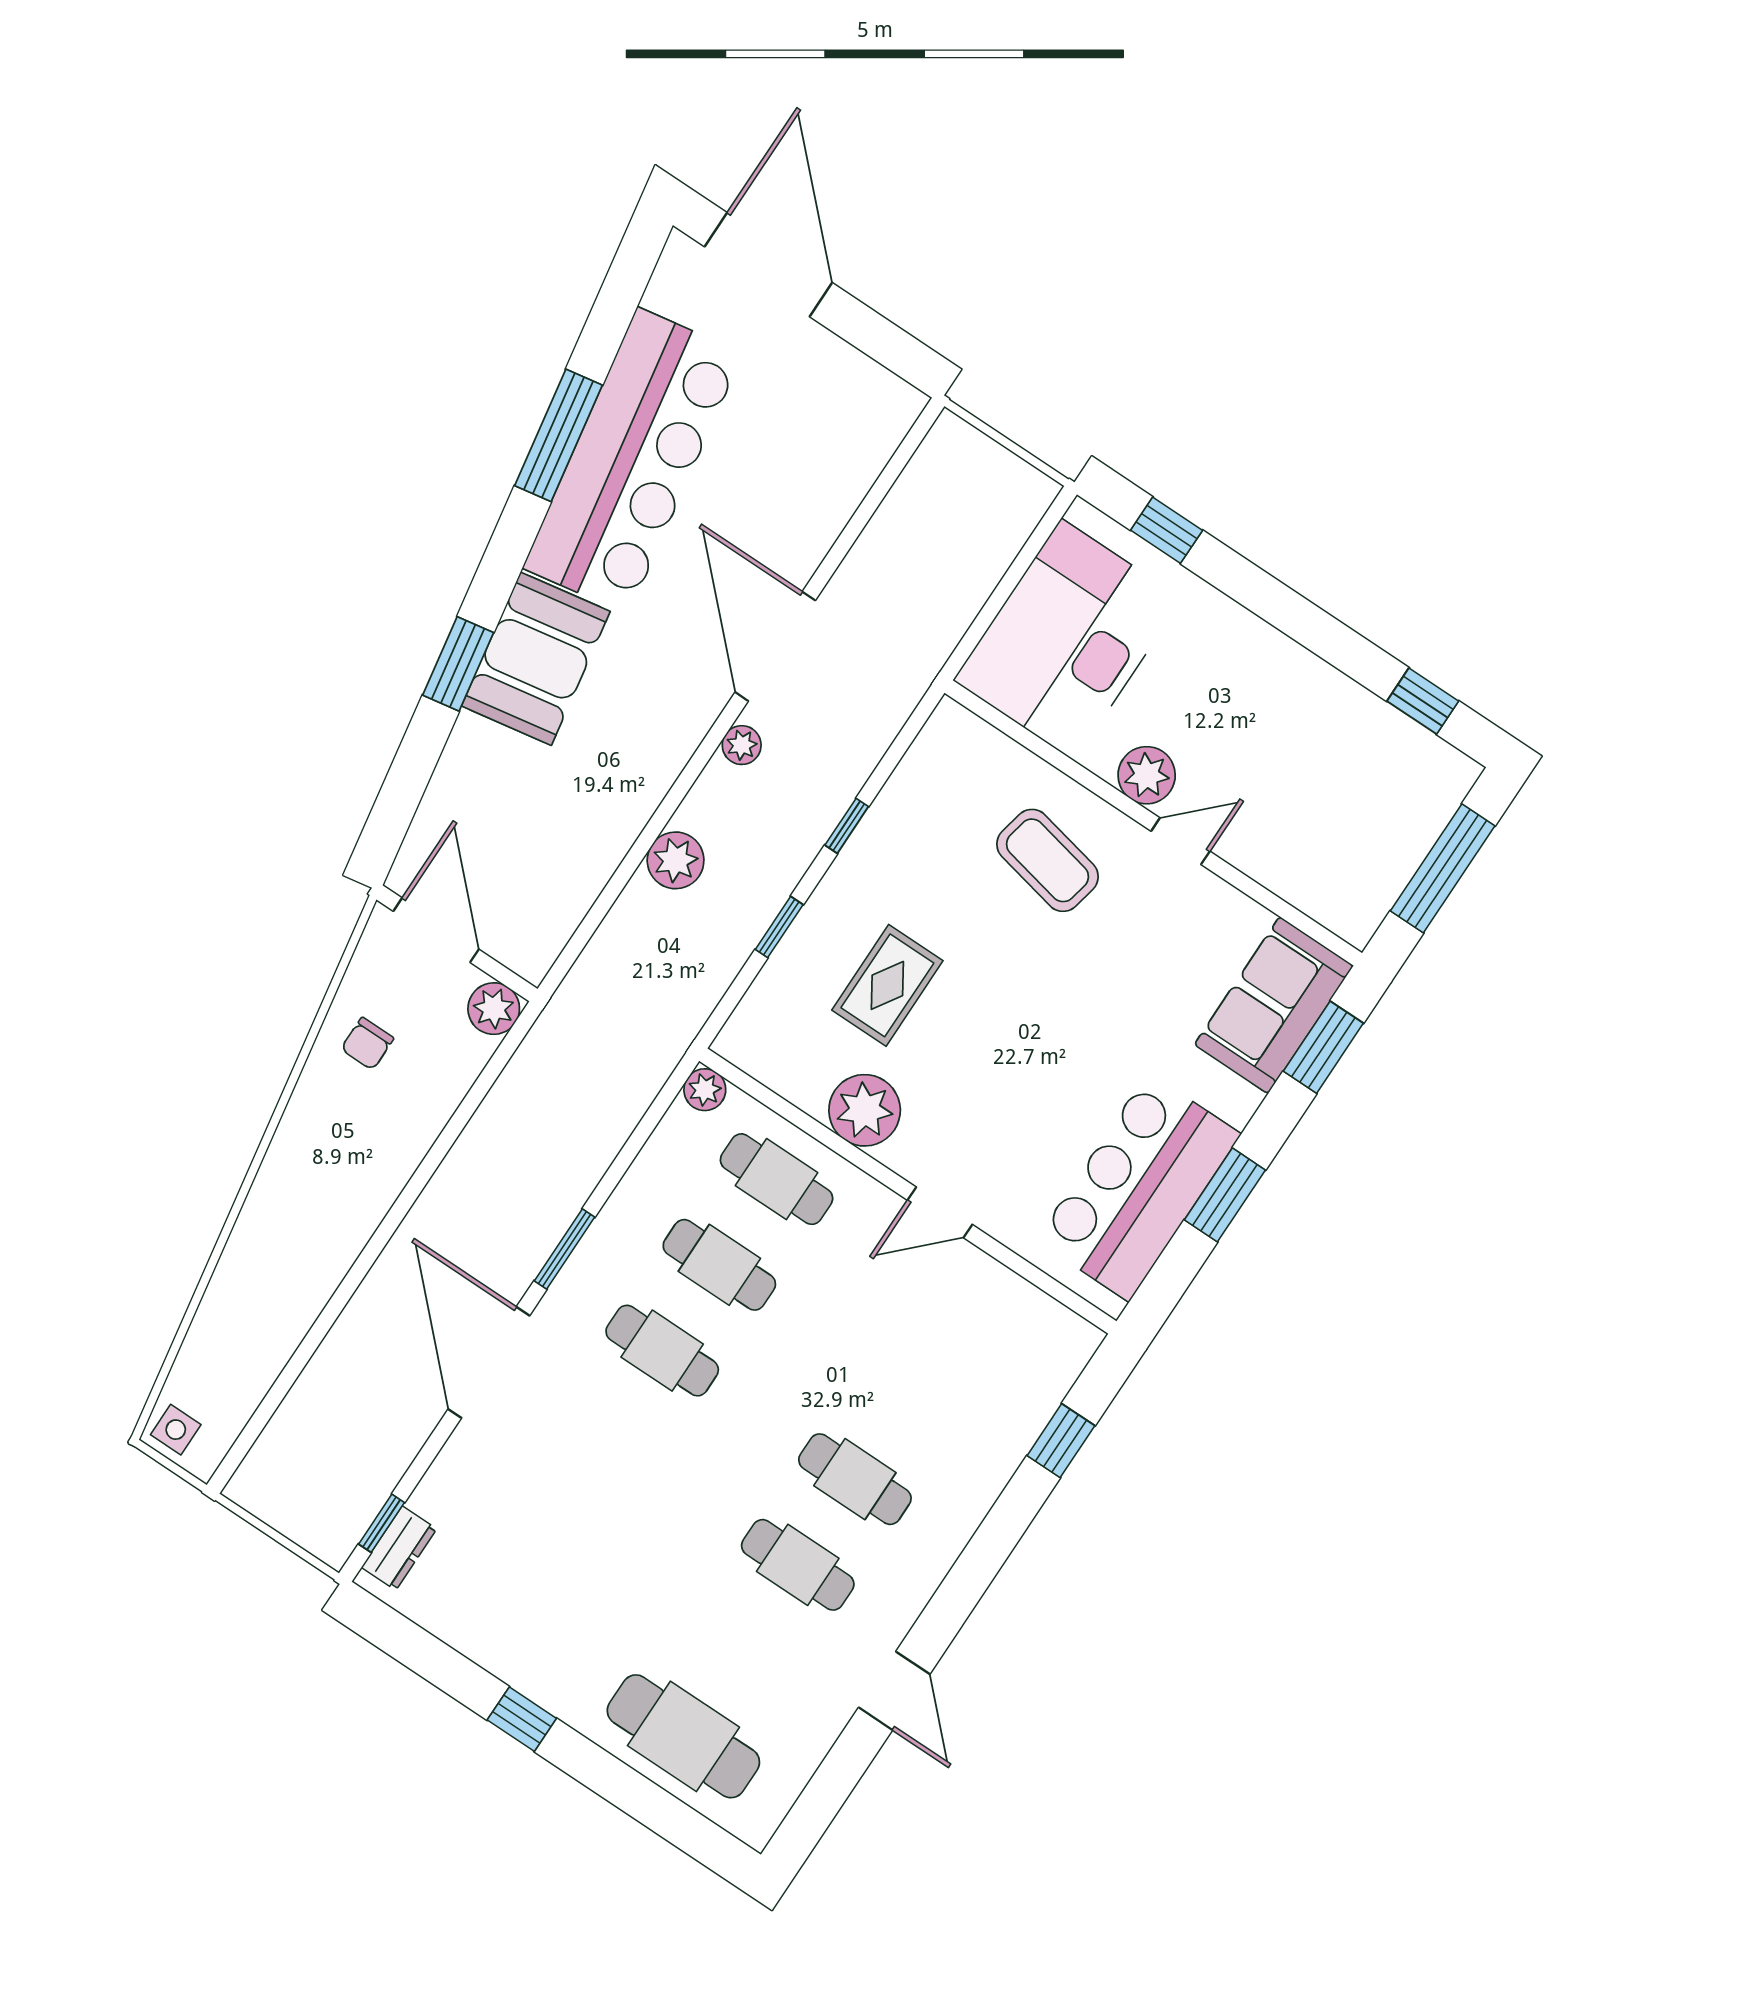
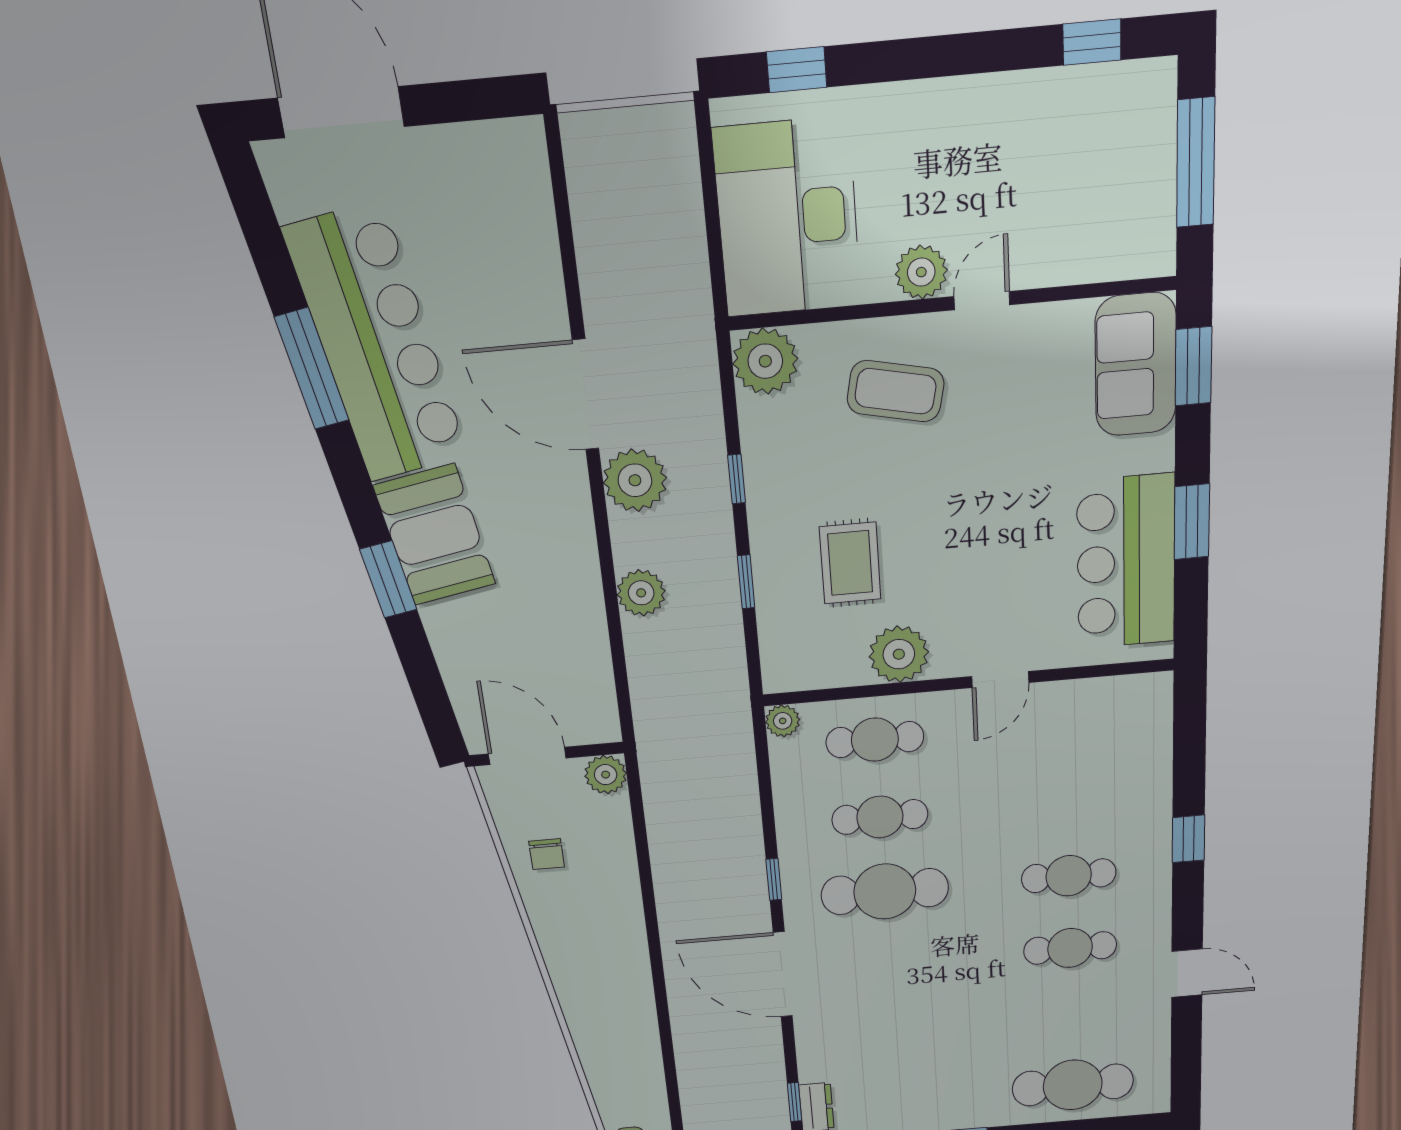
plant: (955, 743) -> (765, 361), added
plant: (742, 745) -> (635, 480), width x1.88, depth x1.88
window: (565, 1249) -> (774, 879), width x0.67
cafe table: (662, 1351) -> (885, 892), width x1.37, depth x1.35
window: (1061, 1441) -> (1188, 839), moved

